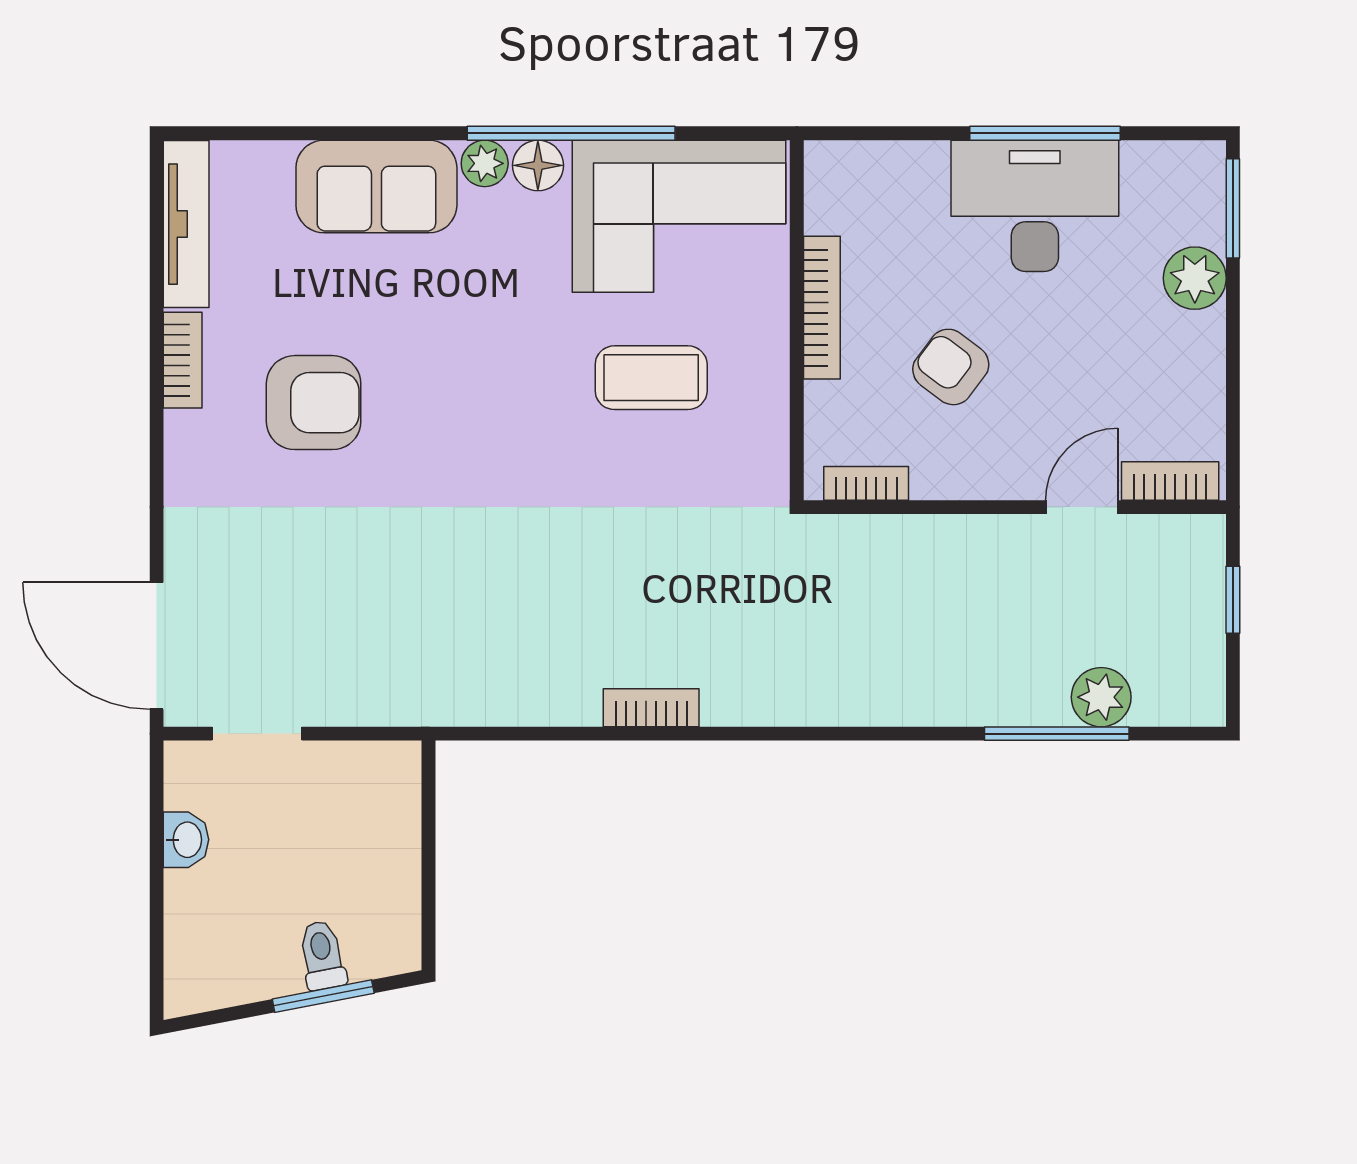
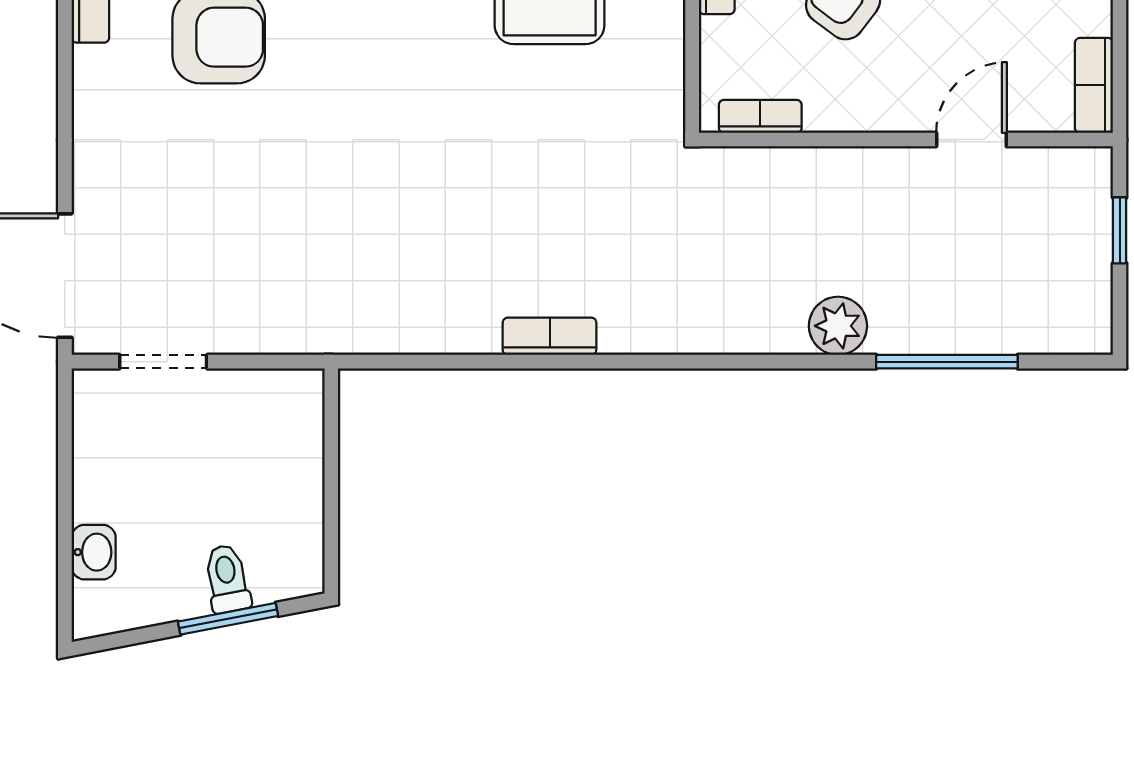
bookcase: (1170, 481) -> (1094, 85), moved, turned -90
plant: (1101, 697) -> (838, 326), moved
washbasin: (186, 840) -> (94, 552), moved

